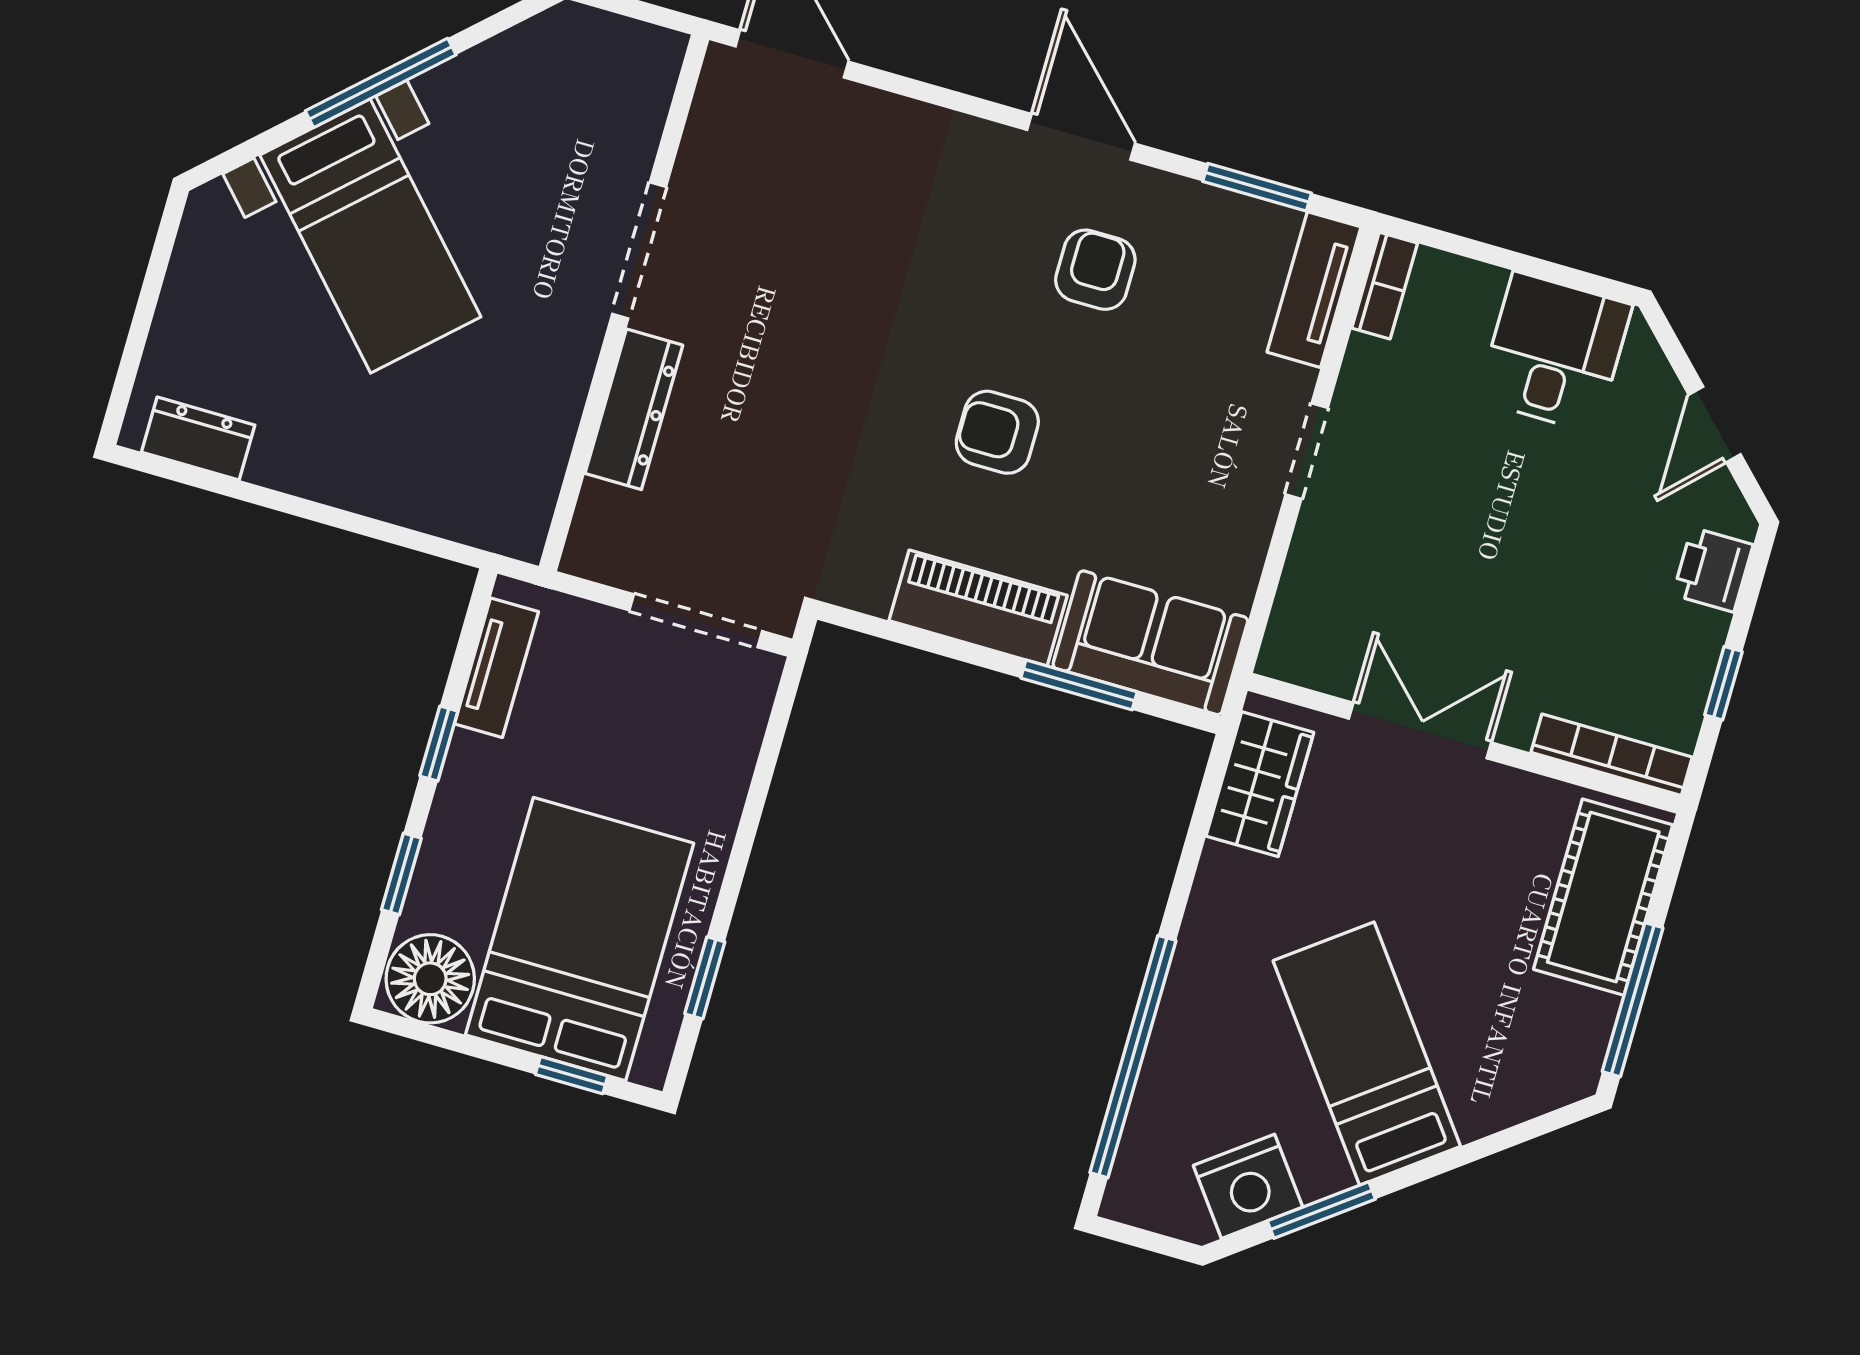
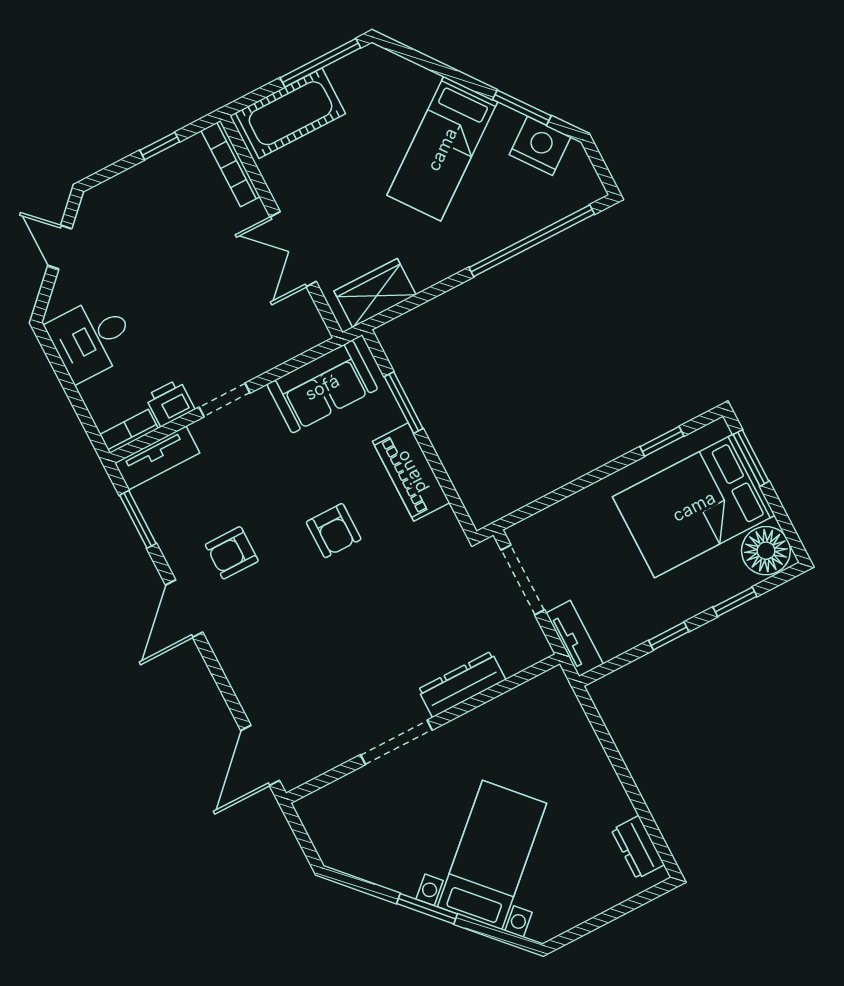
window: (381, 83) -> (427, 909), width x0.69
door: (1715, 425) -> (60, 247), swing flipped
printer: (1713, 570) -> (170, 403), moved, turned 180
sofa: (1150, 643) -> (322, 387), moved, turned -90
tv unit: (496, 668) -> (575, 639), moved, turned 90
window: (572, 1075) -> (751, 458), width x1.50

